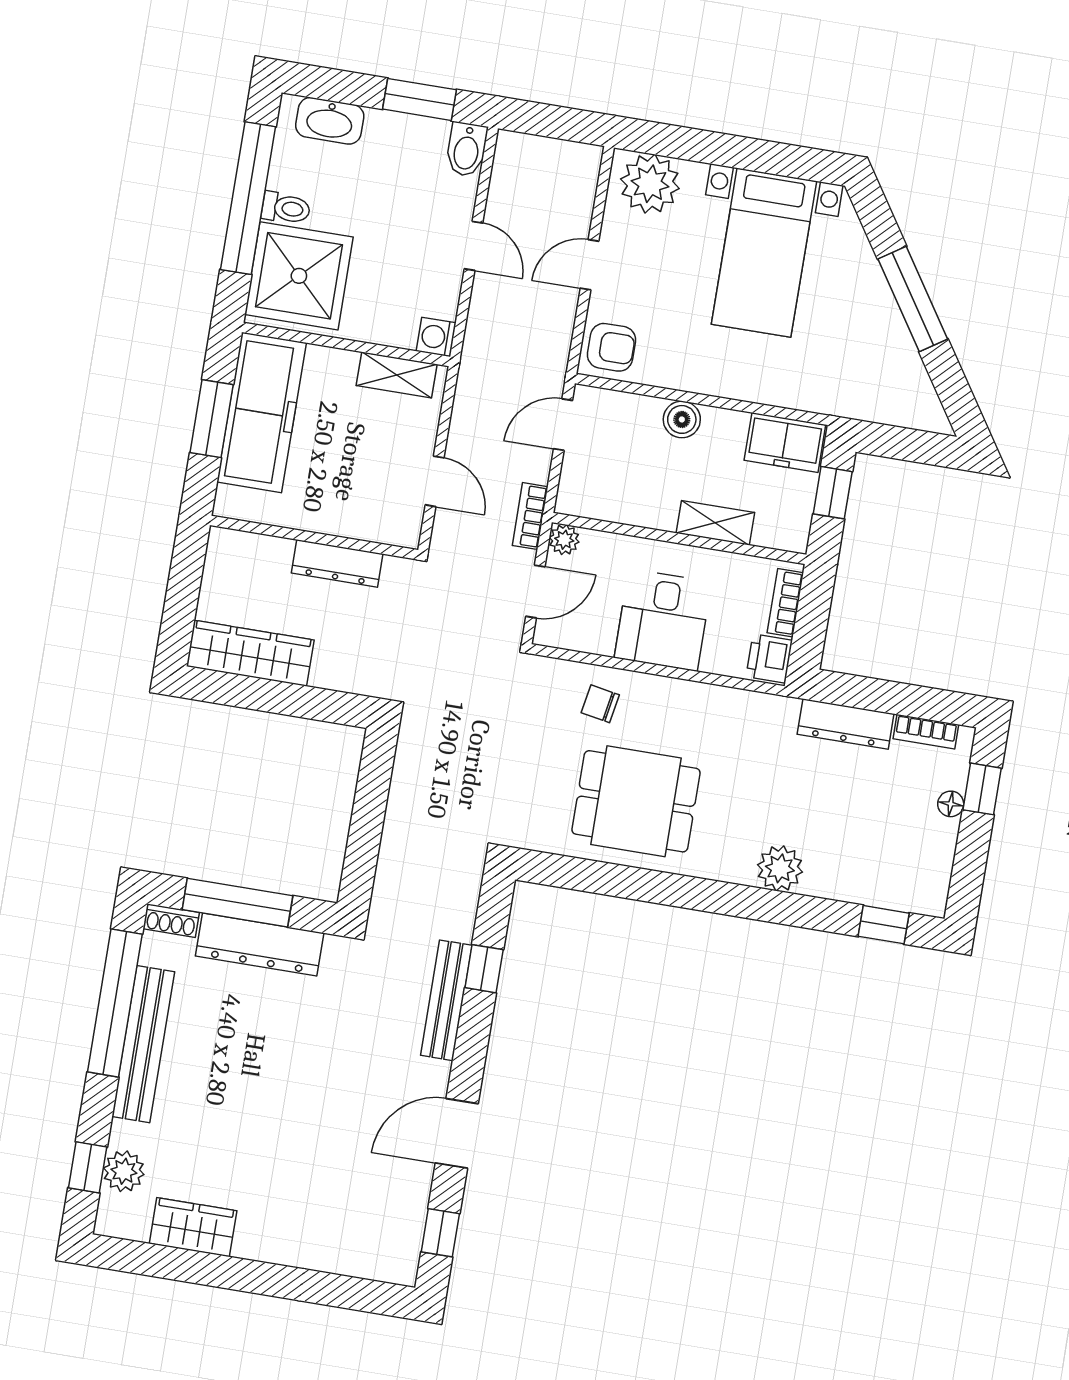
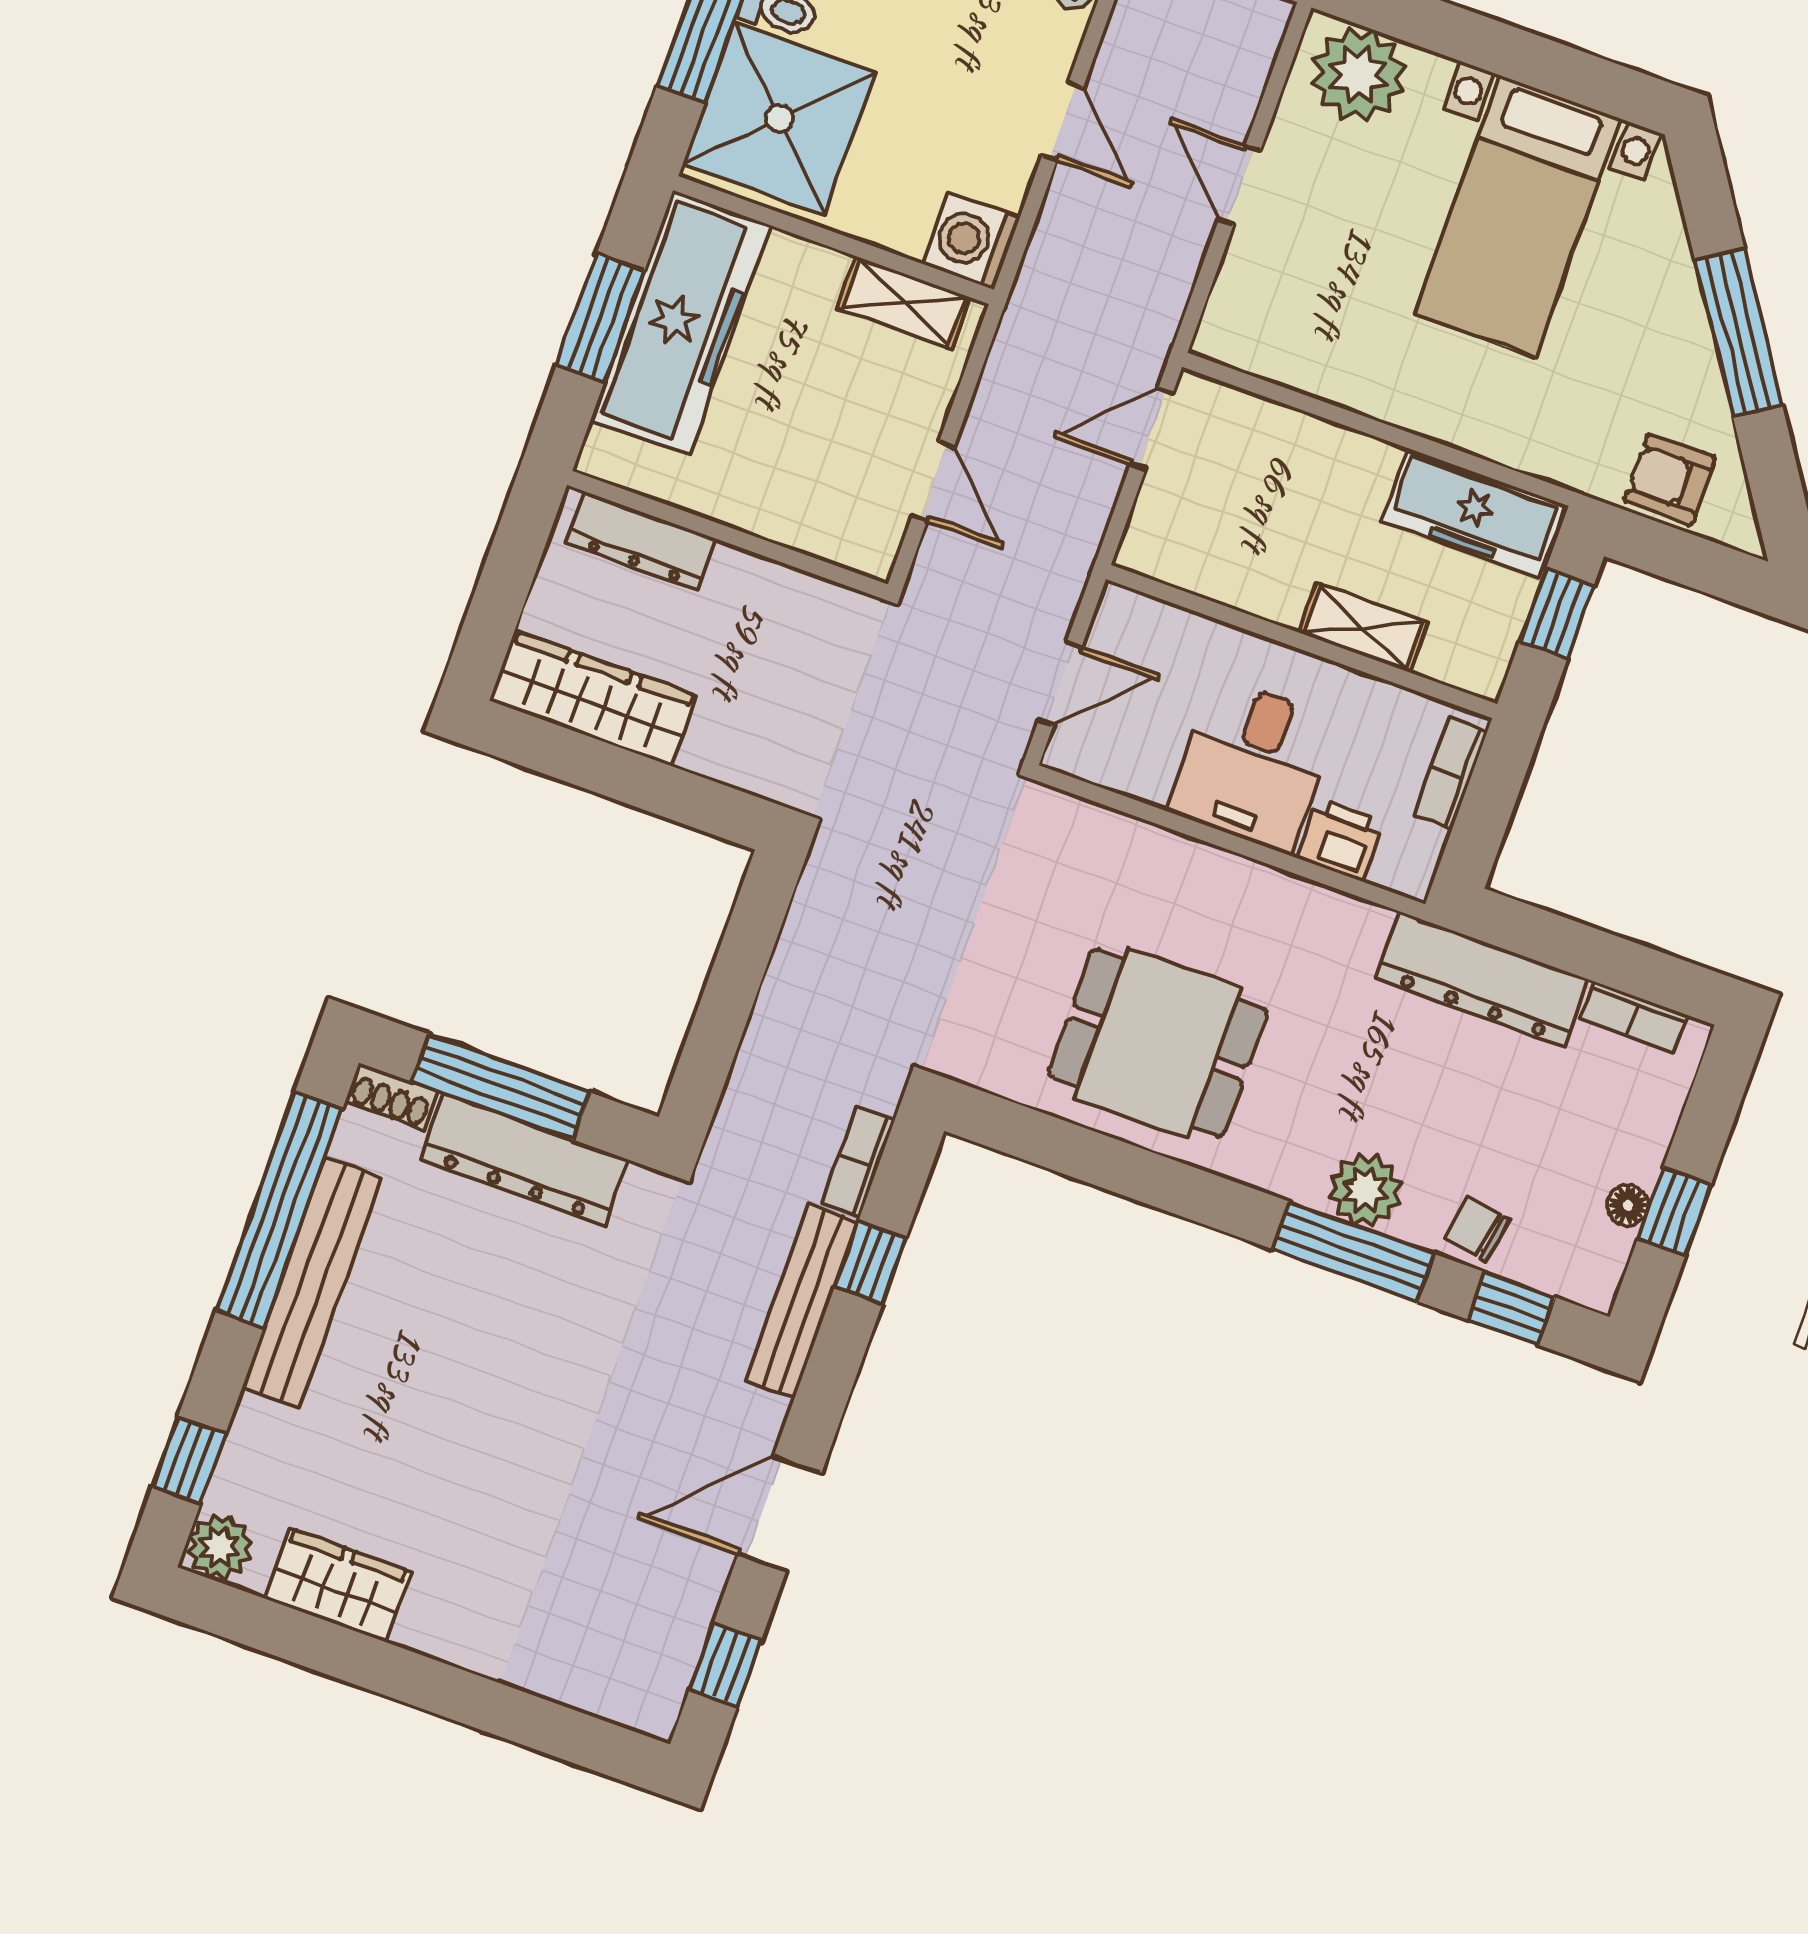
door: (589, 265) -> (1240, 185), hinge flipped
washing machine: (436, 337) -> (971, 241), width x1.38, depth x1.38
armchair: (611, 347) -> (1670, 480), moved, turned 180
boiler: (682, 419) -> (1340, 455), removed
freezer: (785, 442) -> (1473, 513), width x1.40
bookcase: (530, 516) -> (858, 1162), moved
plant: (564, 540) -> (1120, 610), removed
dresser: (337, 563) -> (641, 541), moved
printer: (769, 659) -> (1340, 840), moved, turned 90
chair: (600, 704) -> (1477, 1229), moved
dresser: (846, 724) -> (1482, 979), width x1.37, depth x1.24
window: (982, 789) -> (1674, 1211), moved
floor lamp: (951, 804) -> (1628, 1205), moved
window: (780, 908) -> (1354, 1252), added
plant: (124, 1171) -> (220, 1547), moved

